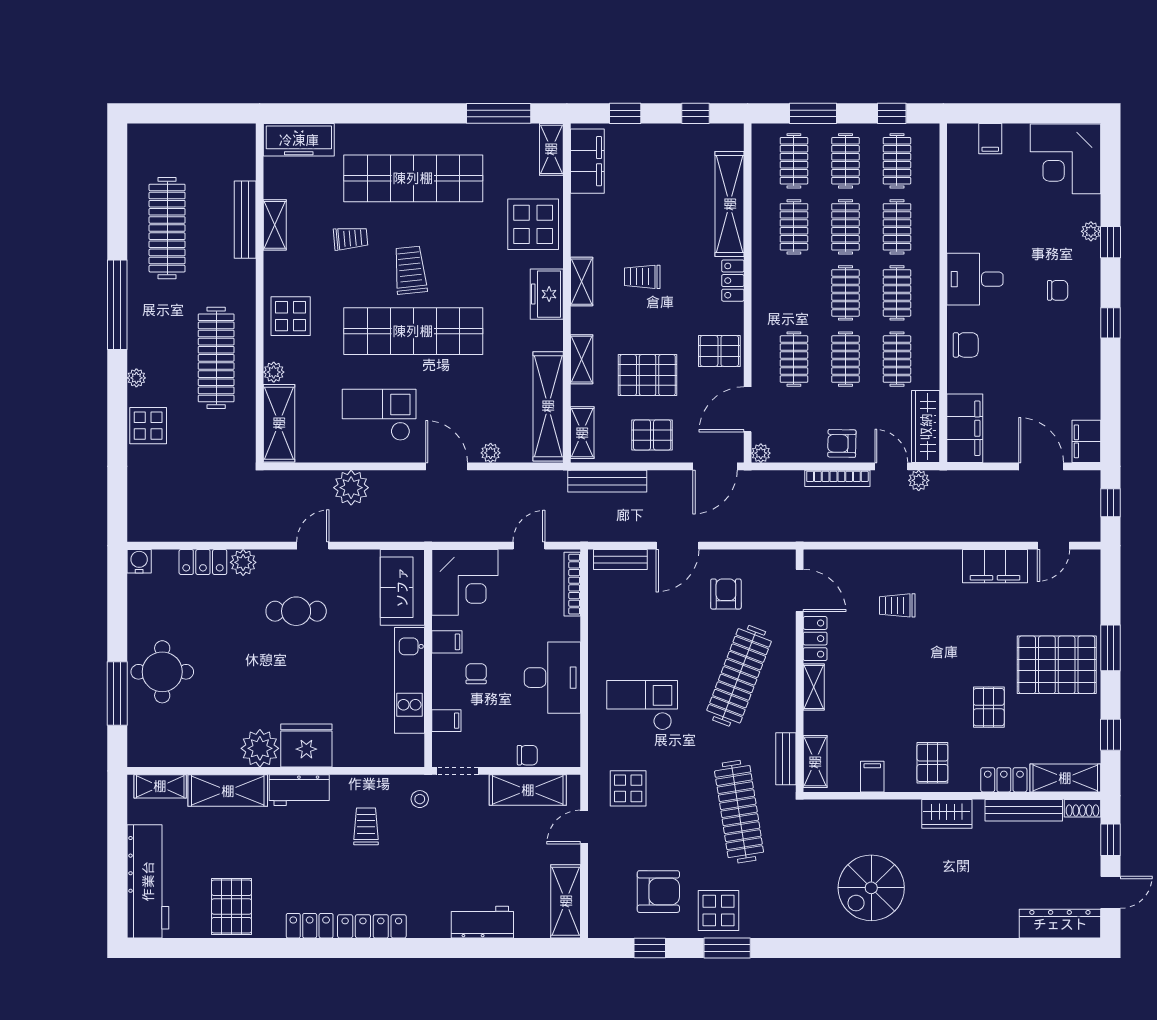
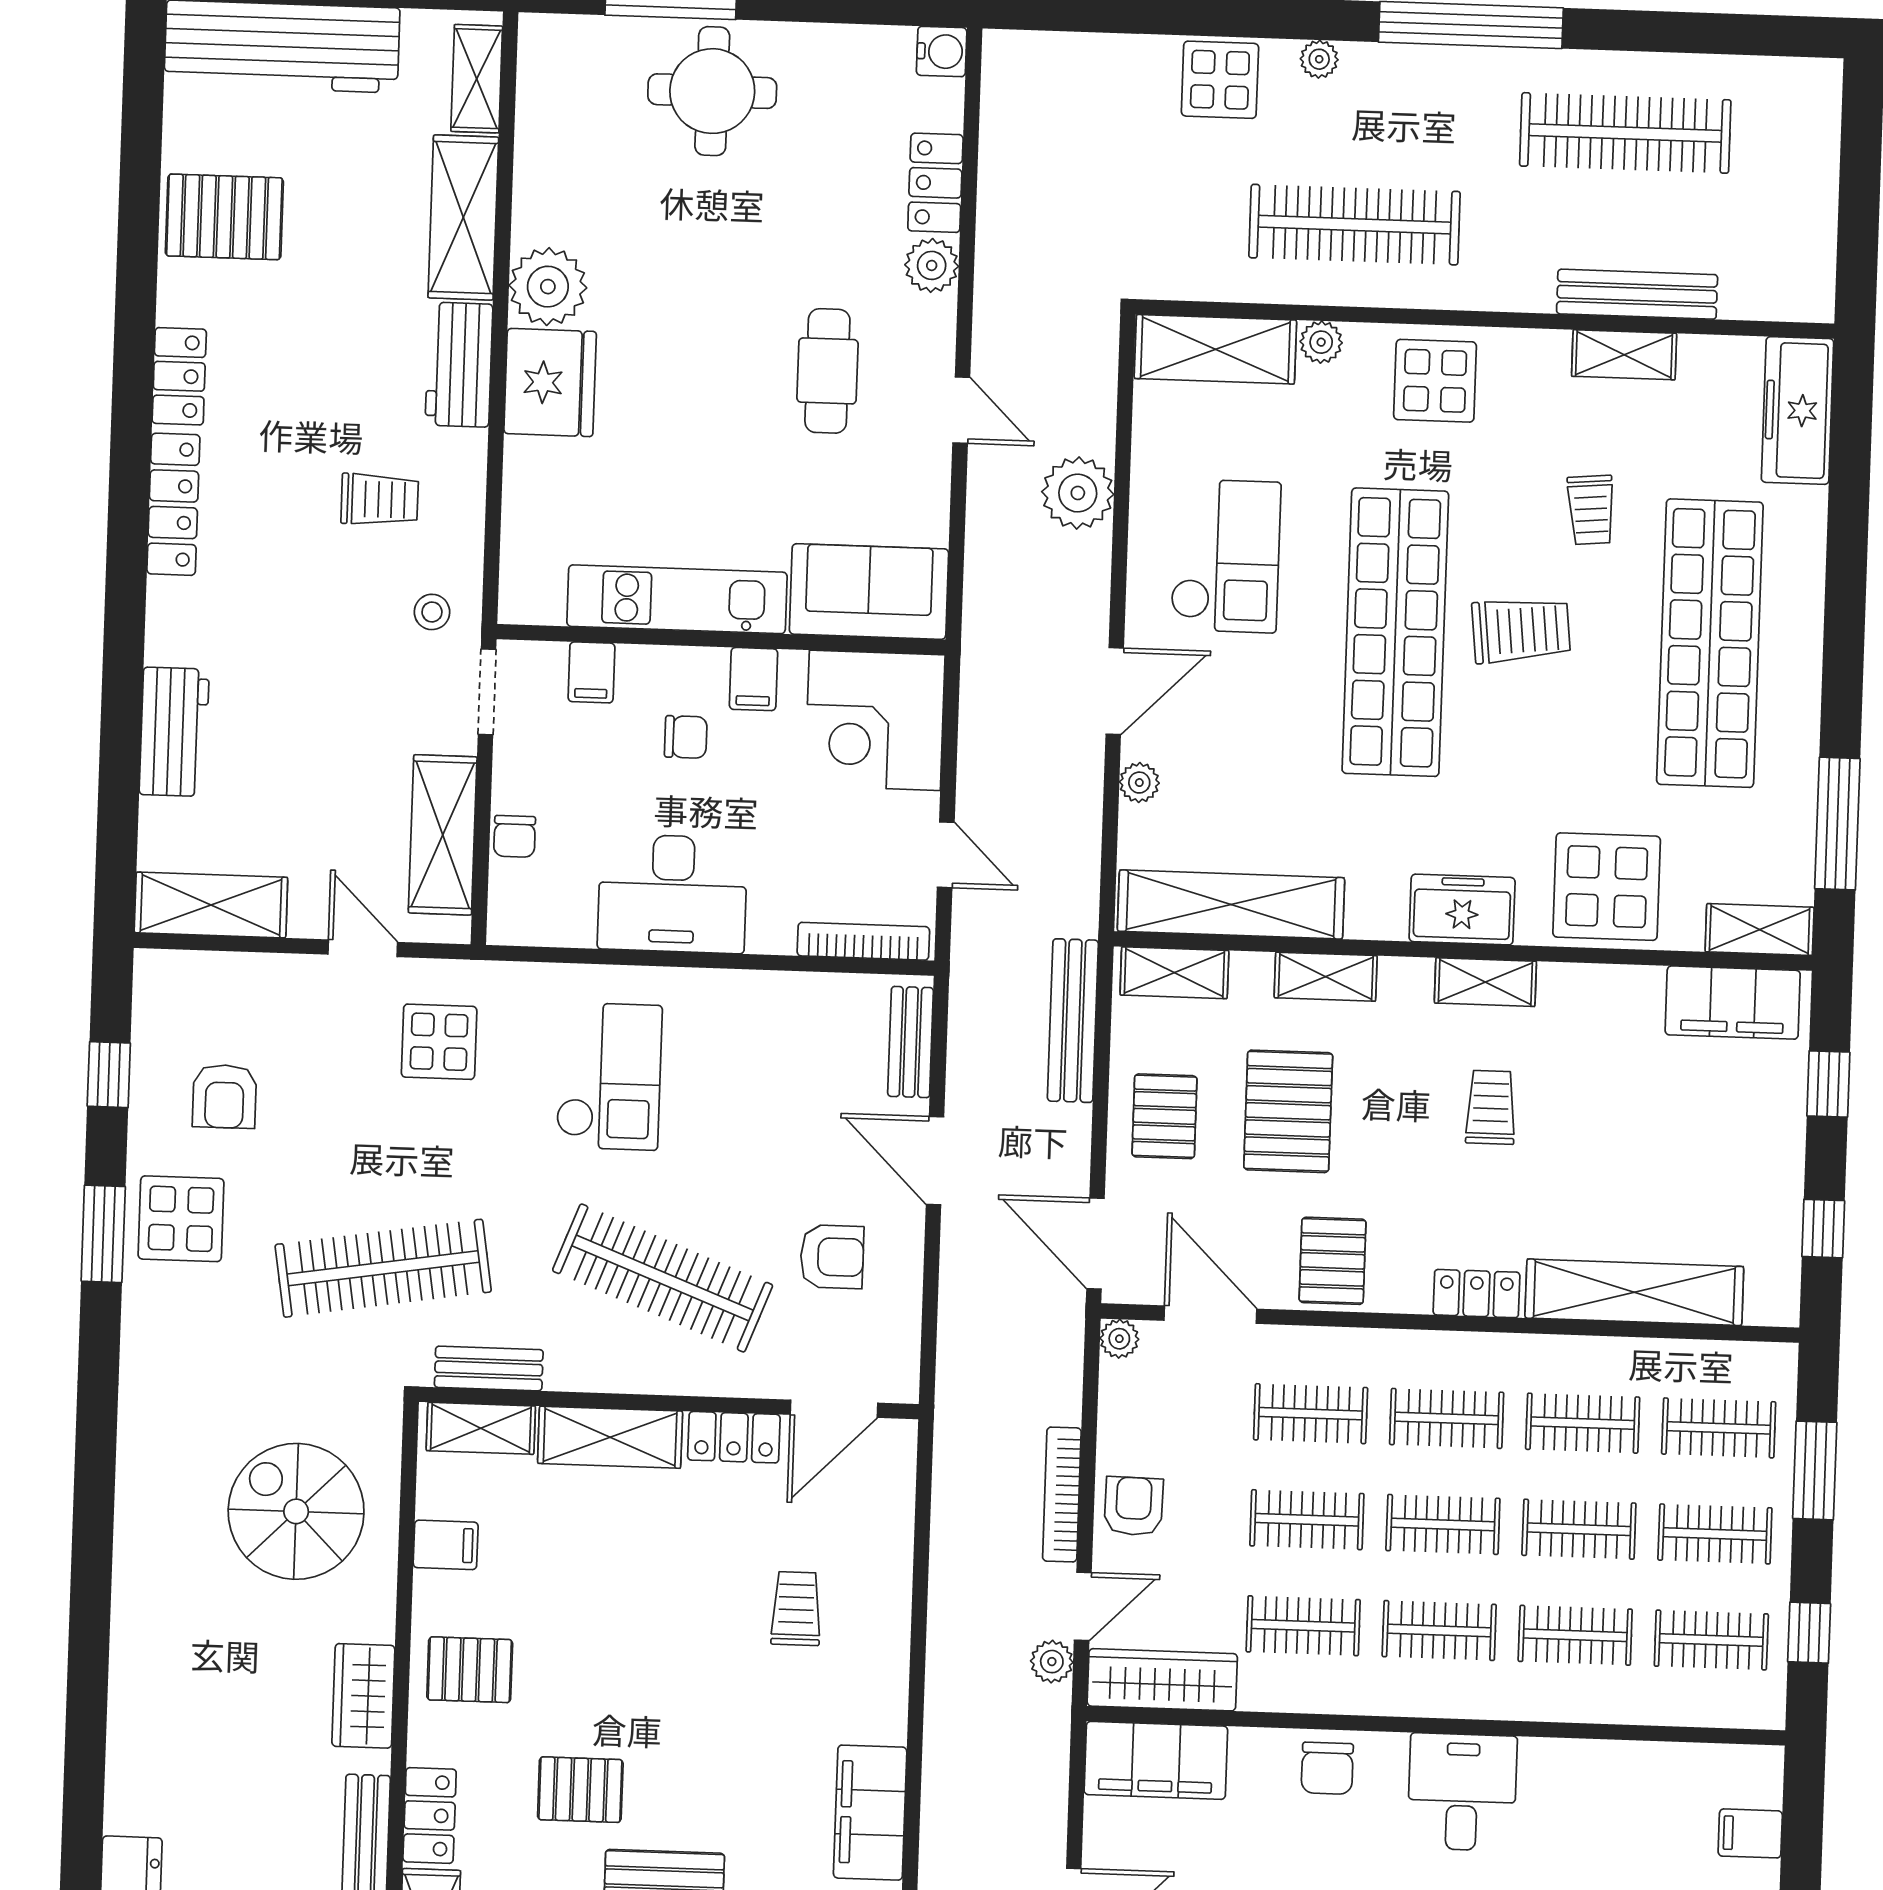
clothes rail: (794, 293) -> (1447, 1418), added
shelving: (814, 687) -> (610, 1437), width x1.50, depth x1.33
spiral stairs: (871, 888) -> (296, 1511), moved
armchair: (658, 892) -> (224, 1096), width x0.72, depth x0.72

